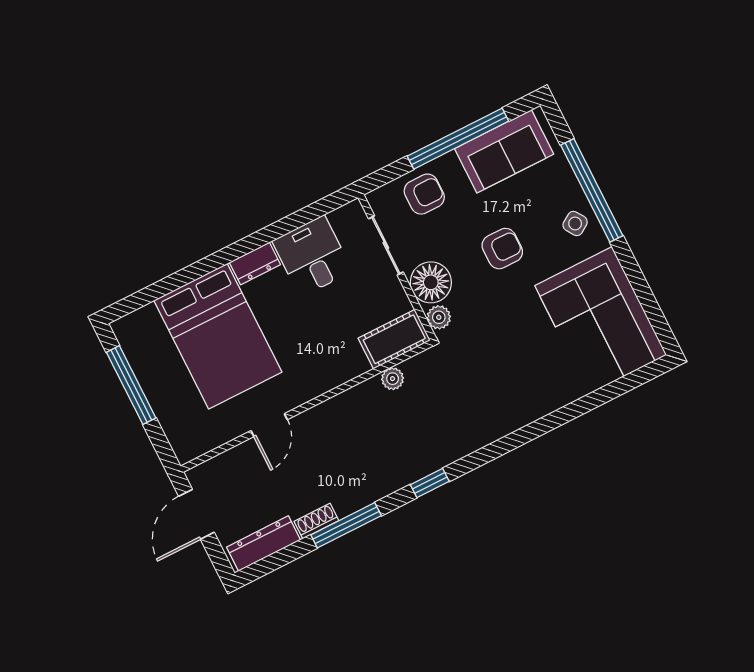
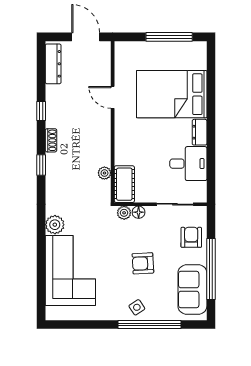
armchair: (424, 194) -> (191, 237), turned 180
armchair: (502, 249) -> (143, 263), turned 87
floor lamp: (431, 282) -> (139, 212), width x0.53, depth x0.53
corner sofa: (601, 320) -> (70, 271), moved, turned 90
plant: (511, 415) -> (55, 225), added
shoe rack: (316, 521) -> (51, 140), moved
window: (346, 525) -> (41, 111), width x0.46

